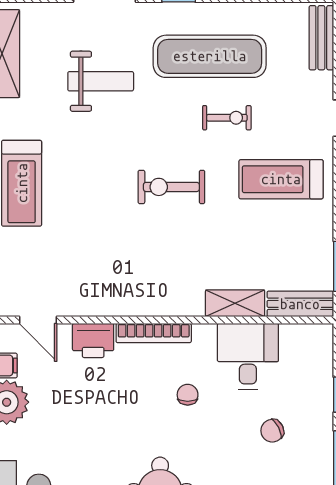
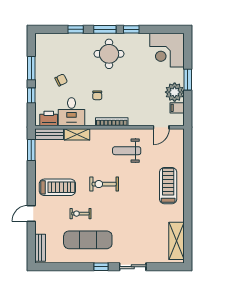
weight bench: (101, 81) -> (127, 151), moved
exercise bike: (171, 187) -> (104, 184), turned 180
door: (38, 320) -> (161, 127), swing flipped
printer: (93, 340) -> (49, 118), moved

